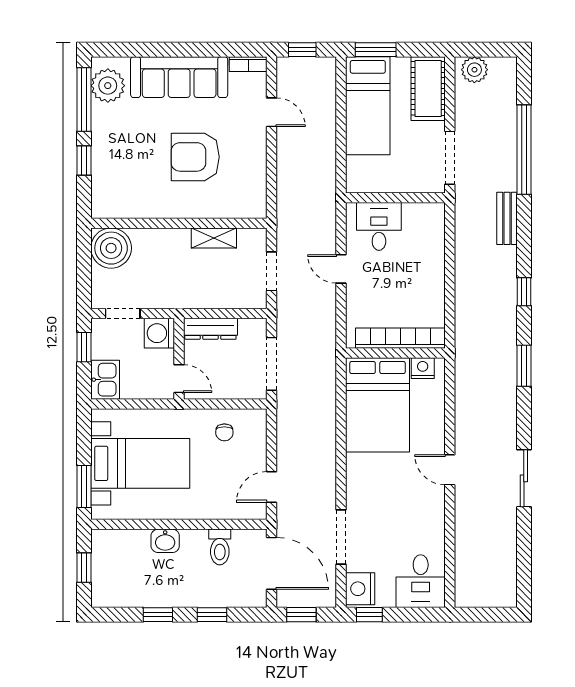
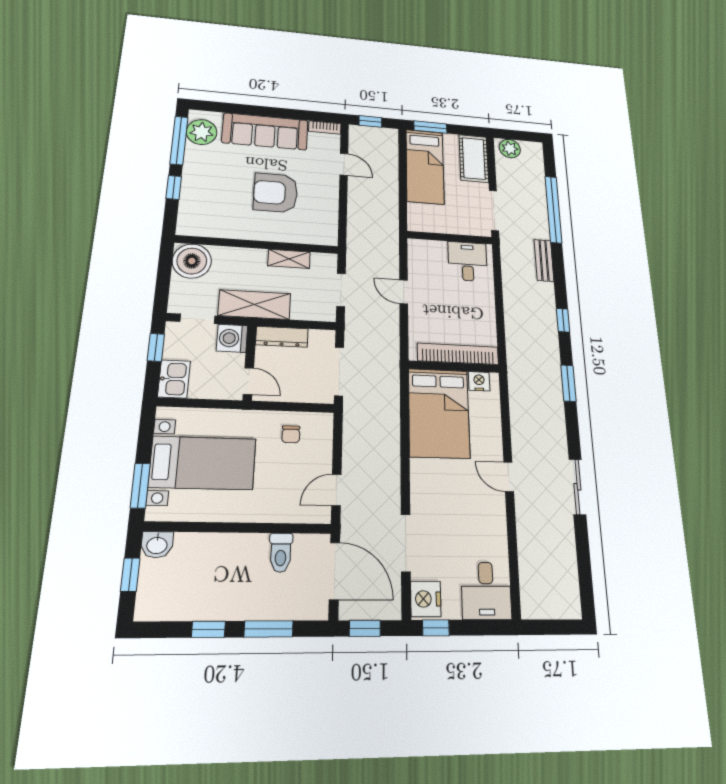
desk: (379, 226) -> (468, 261), moved
shelving: (180, 294) -> (255, 305), added
washbasin: (165, 541) -> (157, 545), moved
window: (212, 615) -> (269, 629), width x1.50

